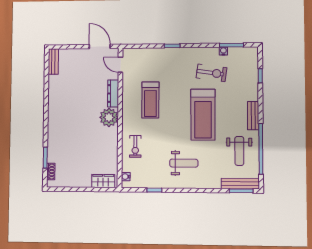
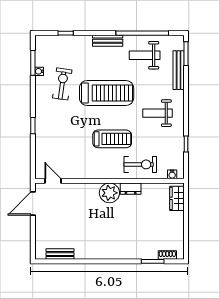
bench: (53, 62) -> (60, 254), moved
door: (120, 65) -> (53, 181), swing flipped
dresser: (113, 93) -> (131, 189), moved, width x0.70
treadmill: (150, 100) -> (112, 139), moved
exercise bike: (135, 146) -> (140, 164), width x1.38, depth x1.39
weight bench: (239, 151) -> (145, 55), turned 180
weight bench: (184, 163) -> (158, 113), turned -90
bench: (240, 184) -> (179, 70), moved

